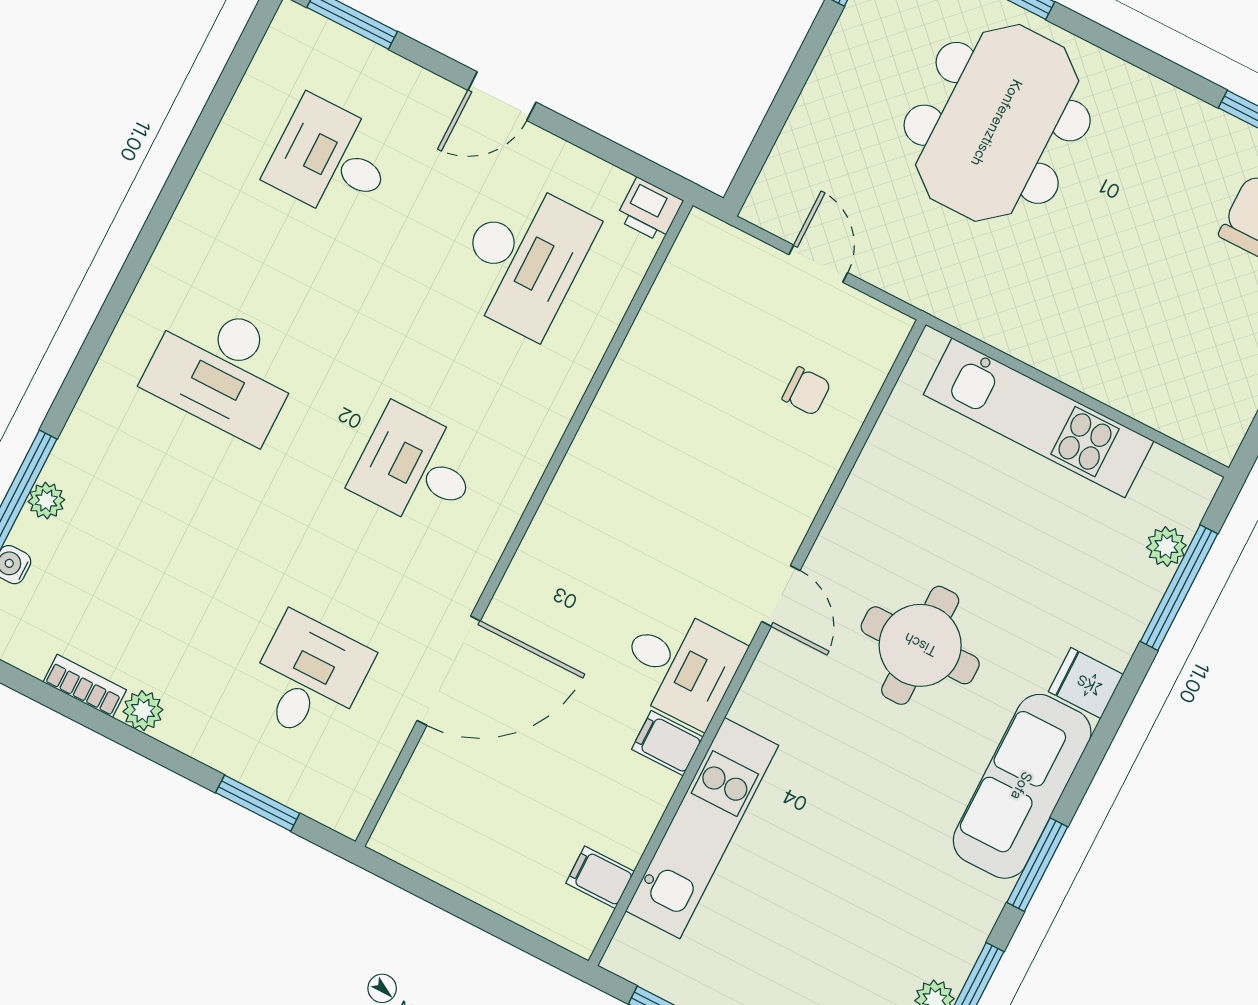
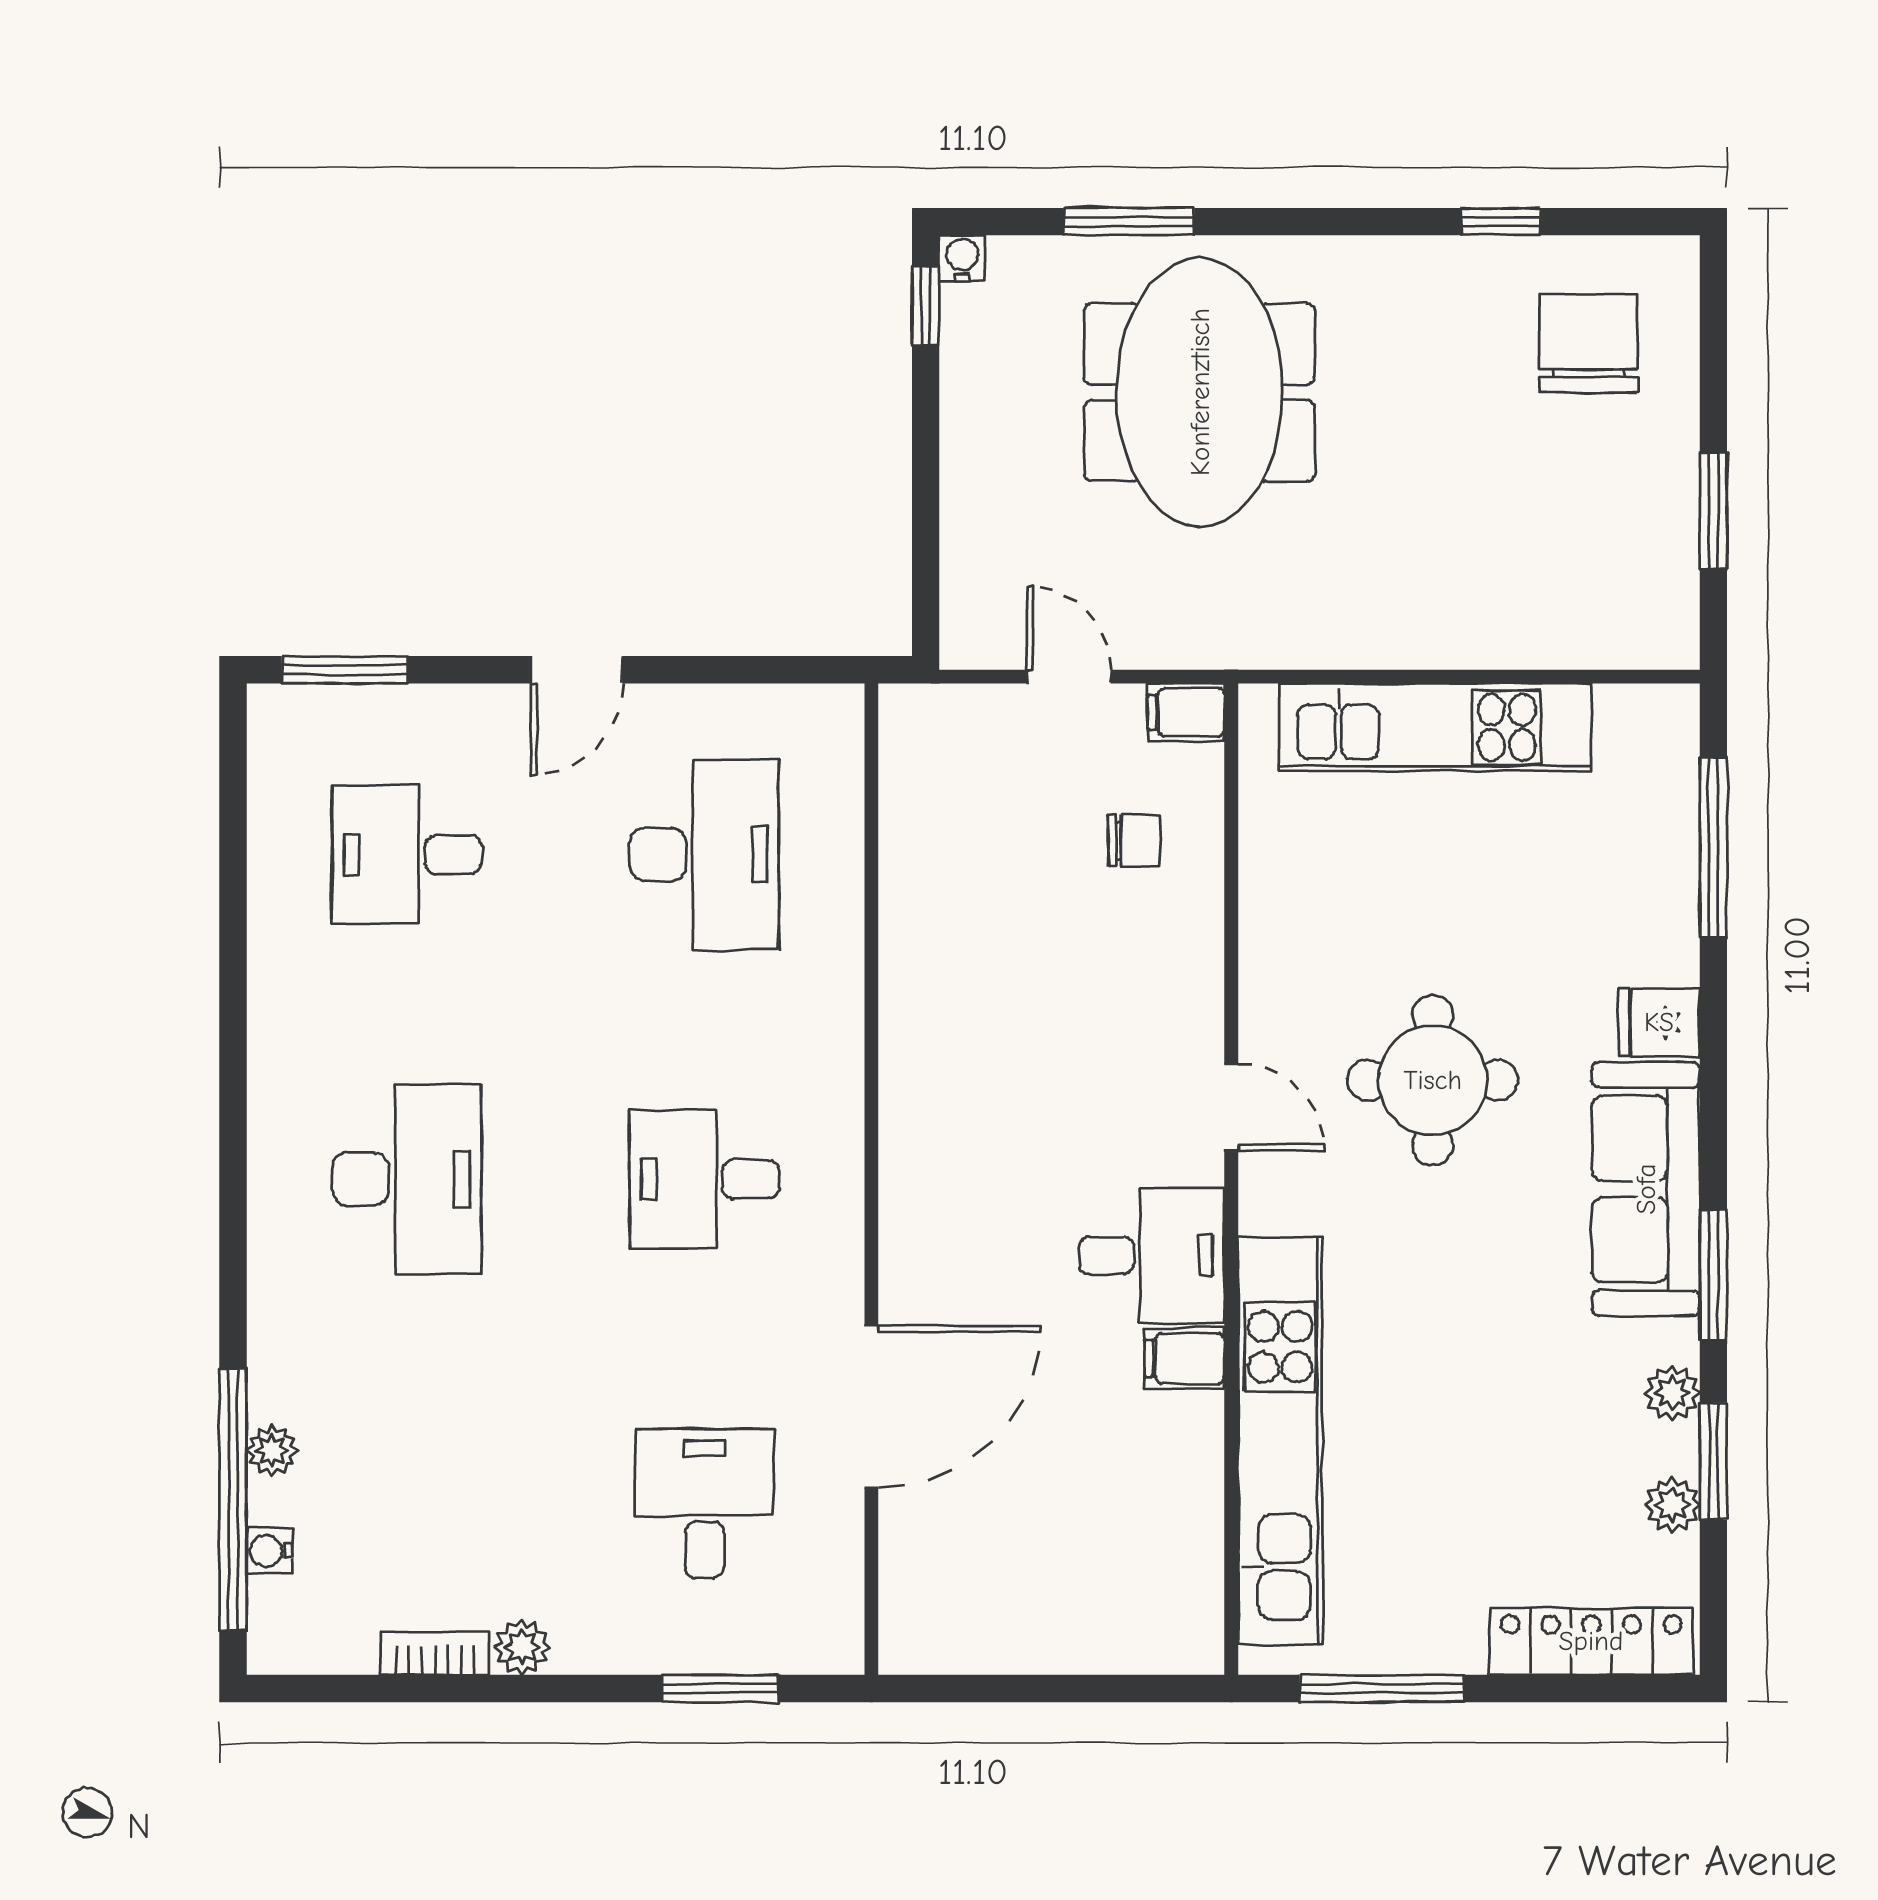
printer: (649, 210) -> (828, 716), removed
desk: (223, 370) -> (407, 1179), turned -90
plant: (1166, 546) -> (1672, 1393), moved
kitchen unit: (702, 828) -> (1280, 1441), width x1.36
filing cabinet: (600, 877) -> (1186, 712), moved

